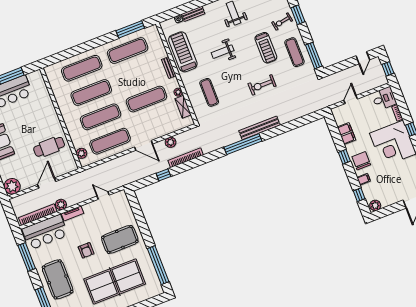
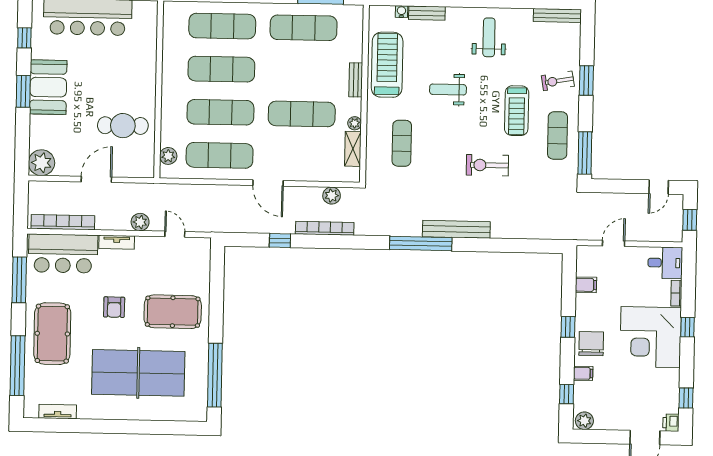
filing cabinet: (346, 134) -> (586, 285), width x0.50
plant: (171, 142) -> (332, 196), moved
plant: (61, 205) -> (140, 222), moved

